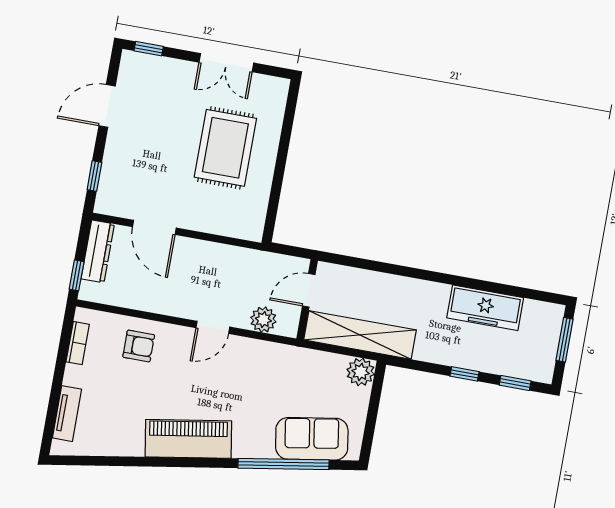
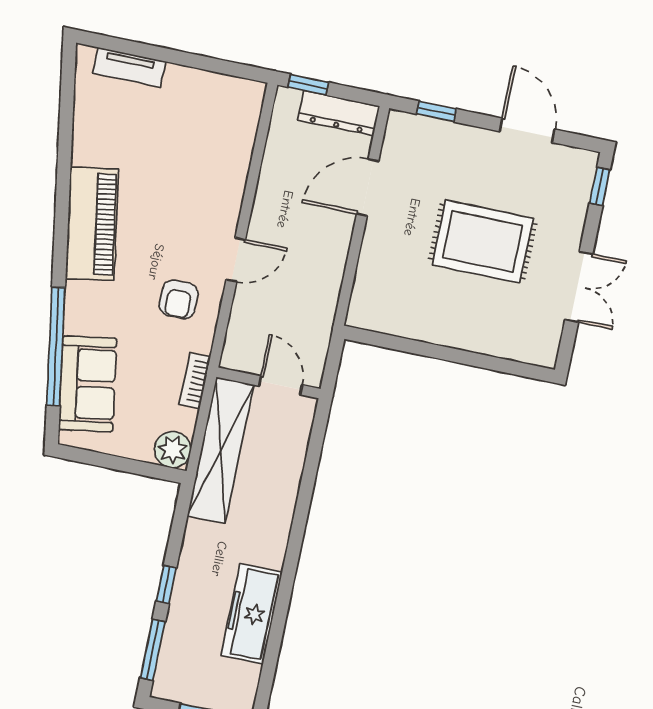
double door: (226, 63) -> (579, 287), swing flipped
rug: (225, 148) -> (483, 242), moved
plant: (263, 320) -> (244, 325), removed
door: (213, 327) -> (236, 260), swing flipped
bookcase: (78, 343) -> (195, 381), moved, turned 90
armchair: (139, 346) -> (179, 299), moved
window: (515, 383) -> (153, 650), width x1.50

